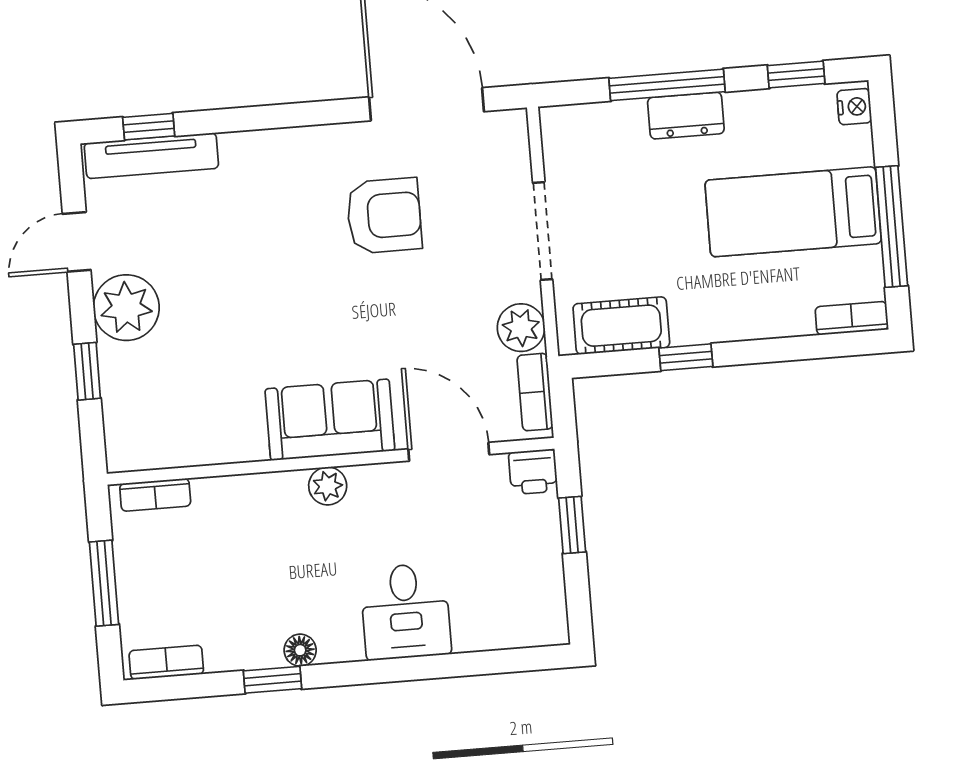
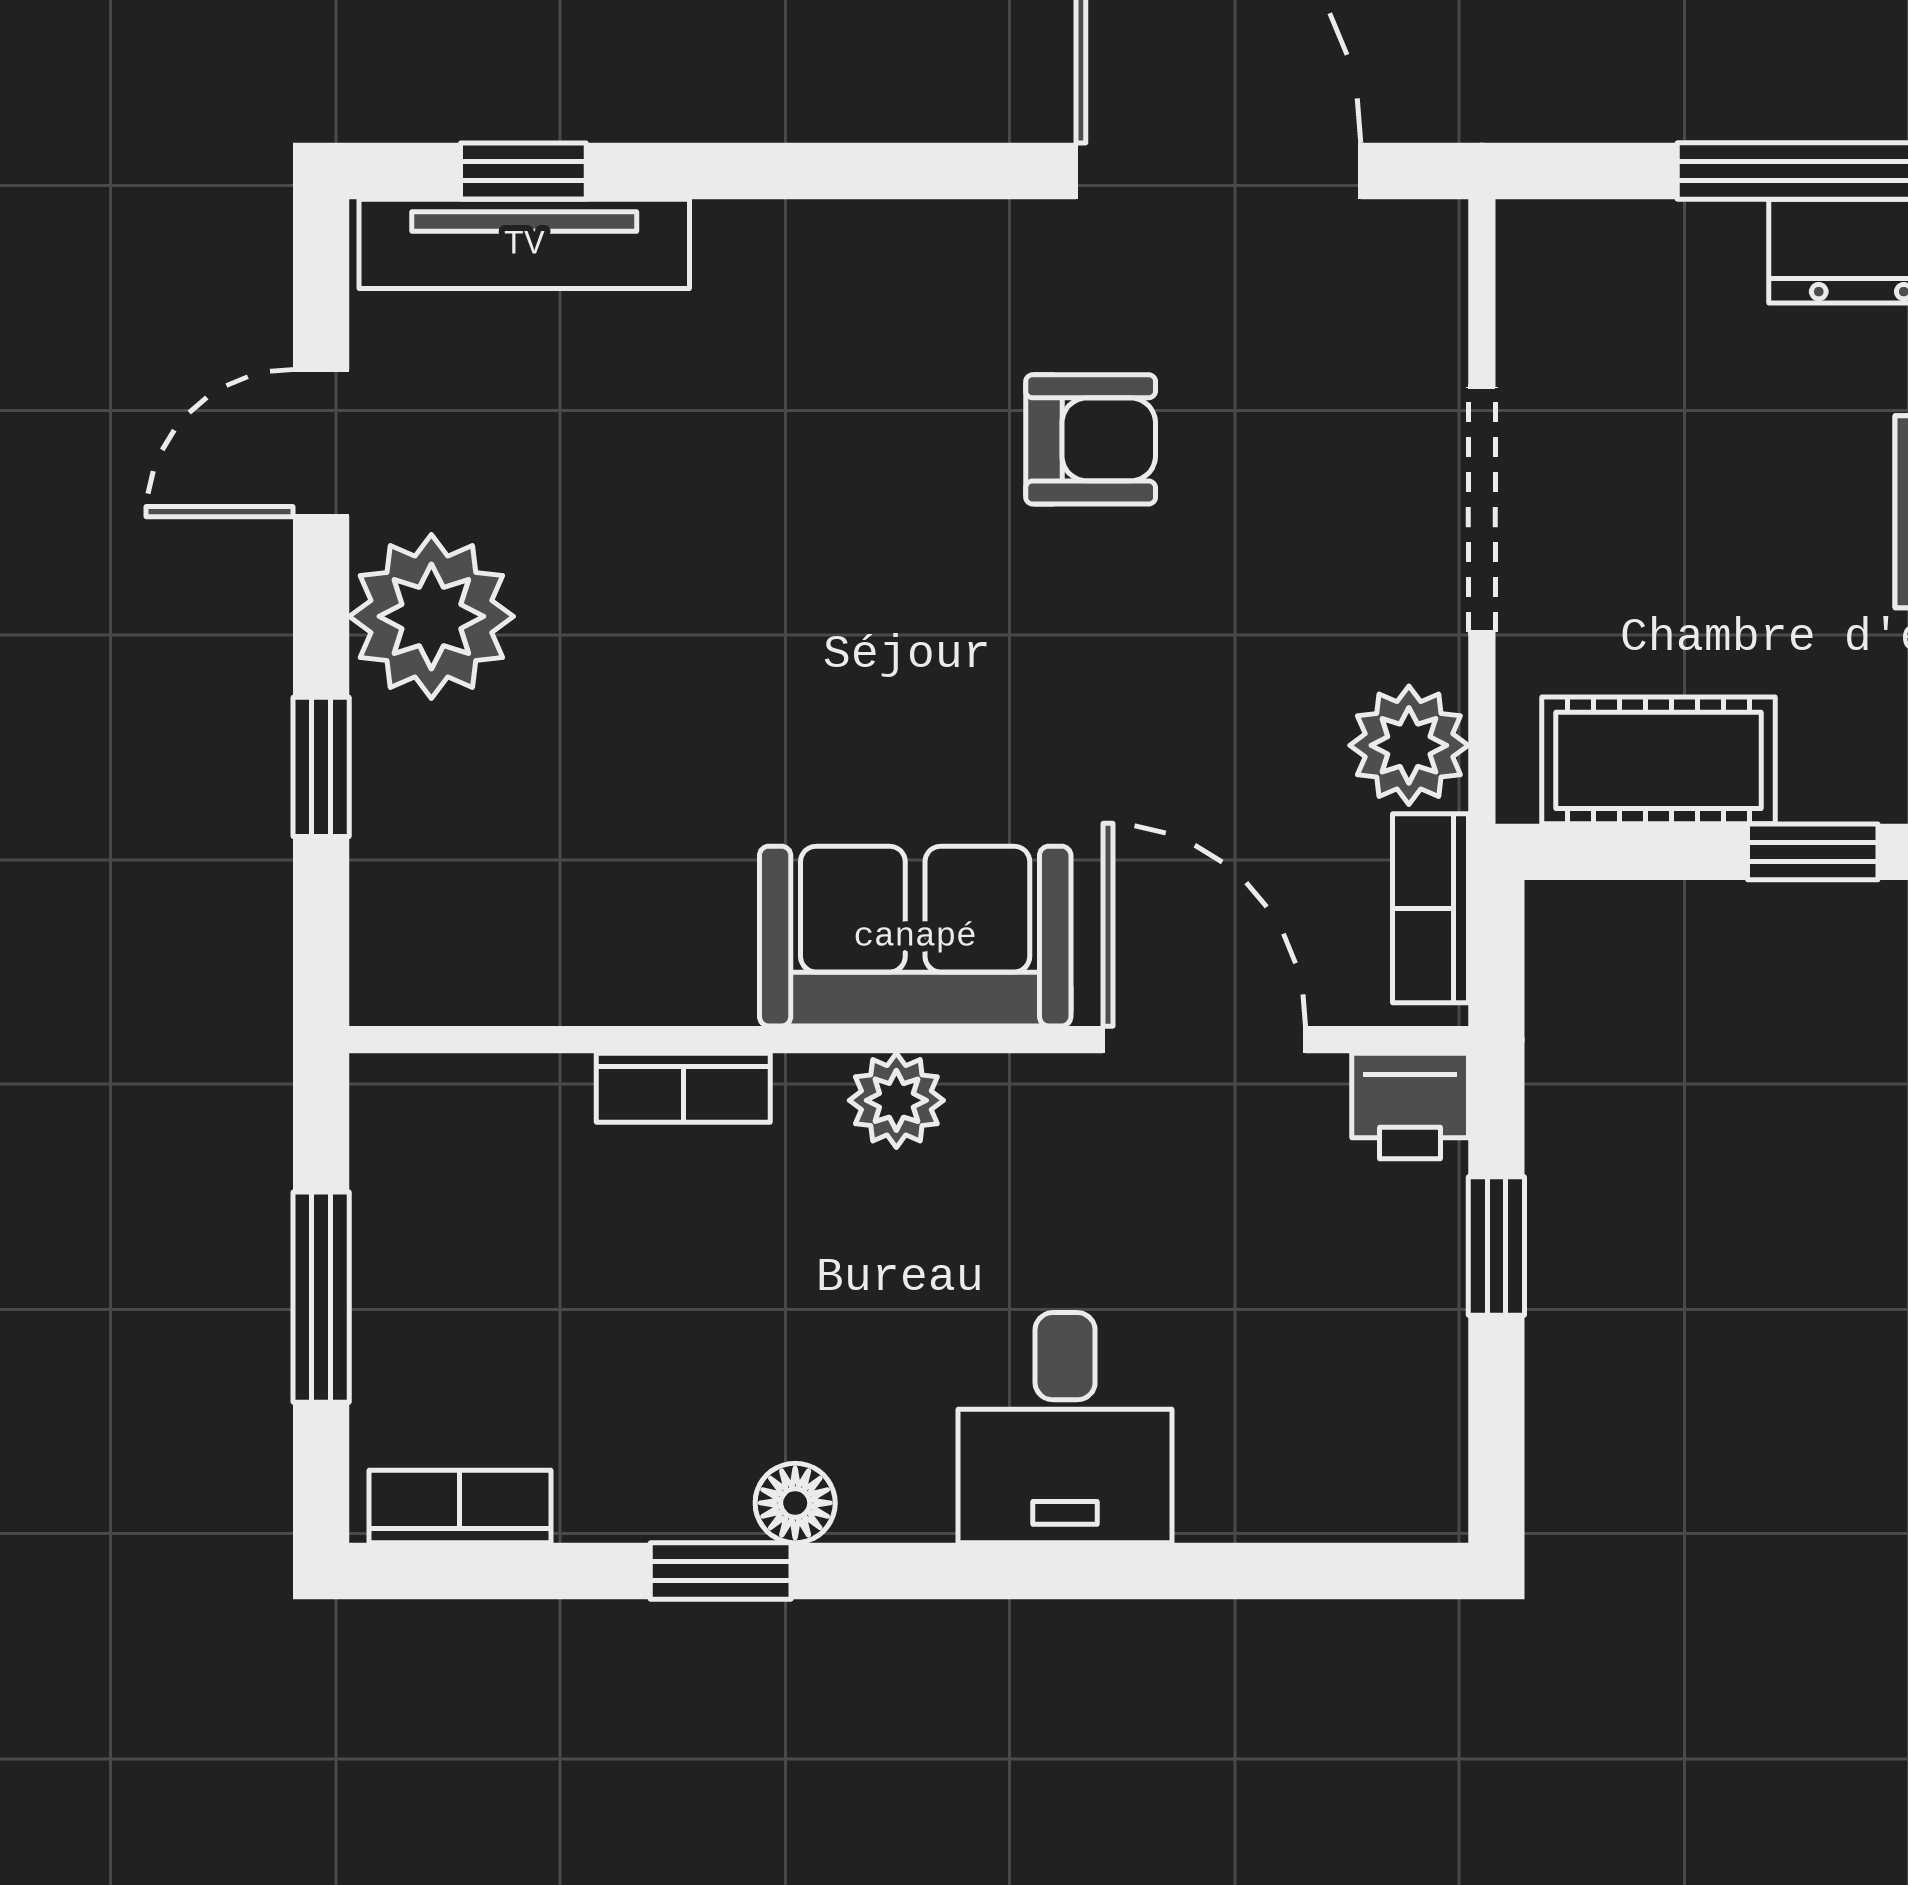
armchair: (384, 216) -> (1091, 439), width x0.72, depth x0.72
bookcase: (155, 495) -> (683, 1088), moved

